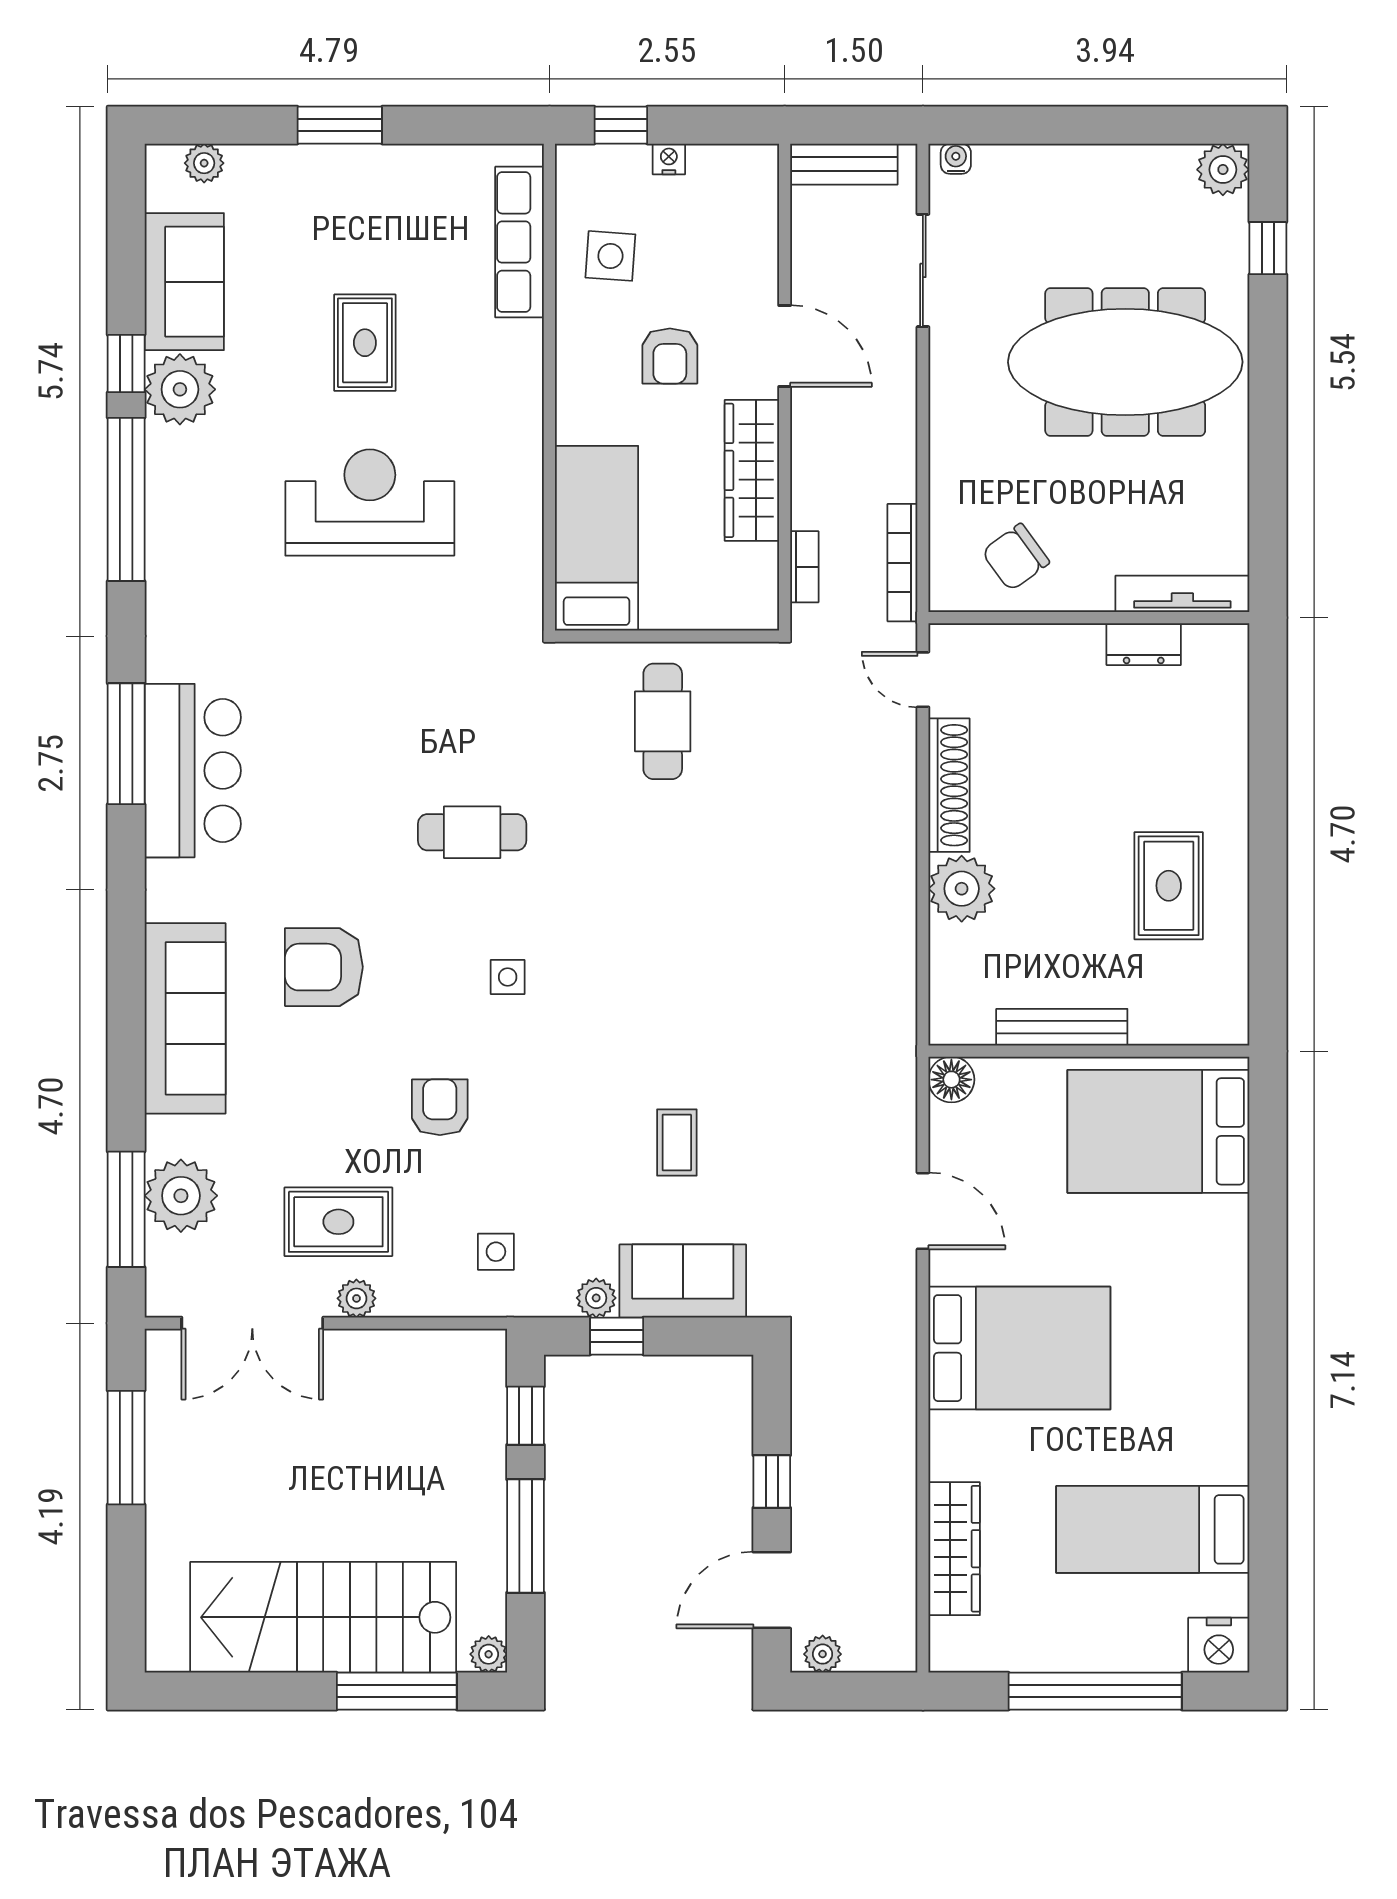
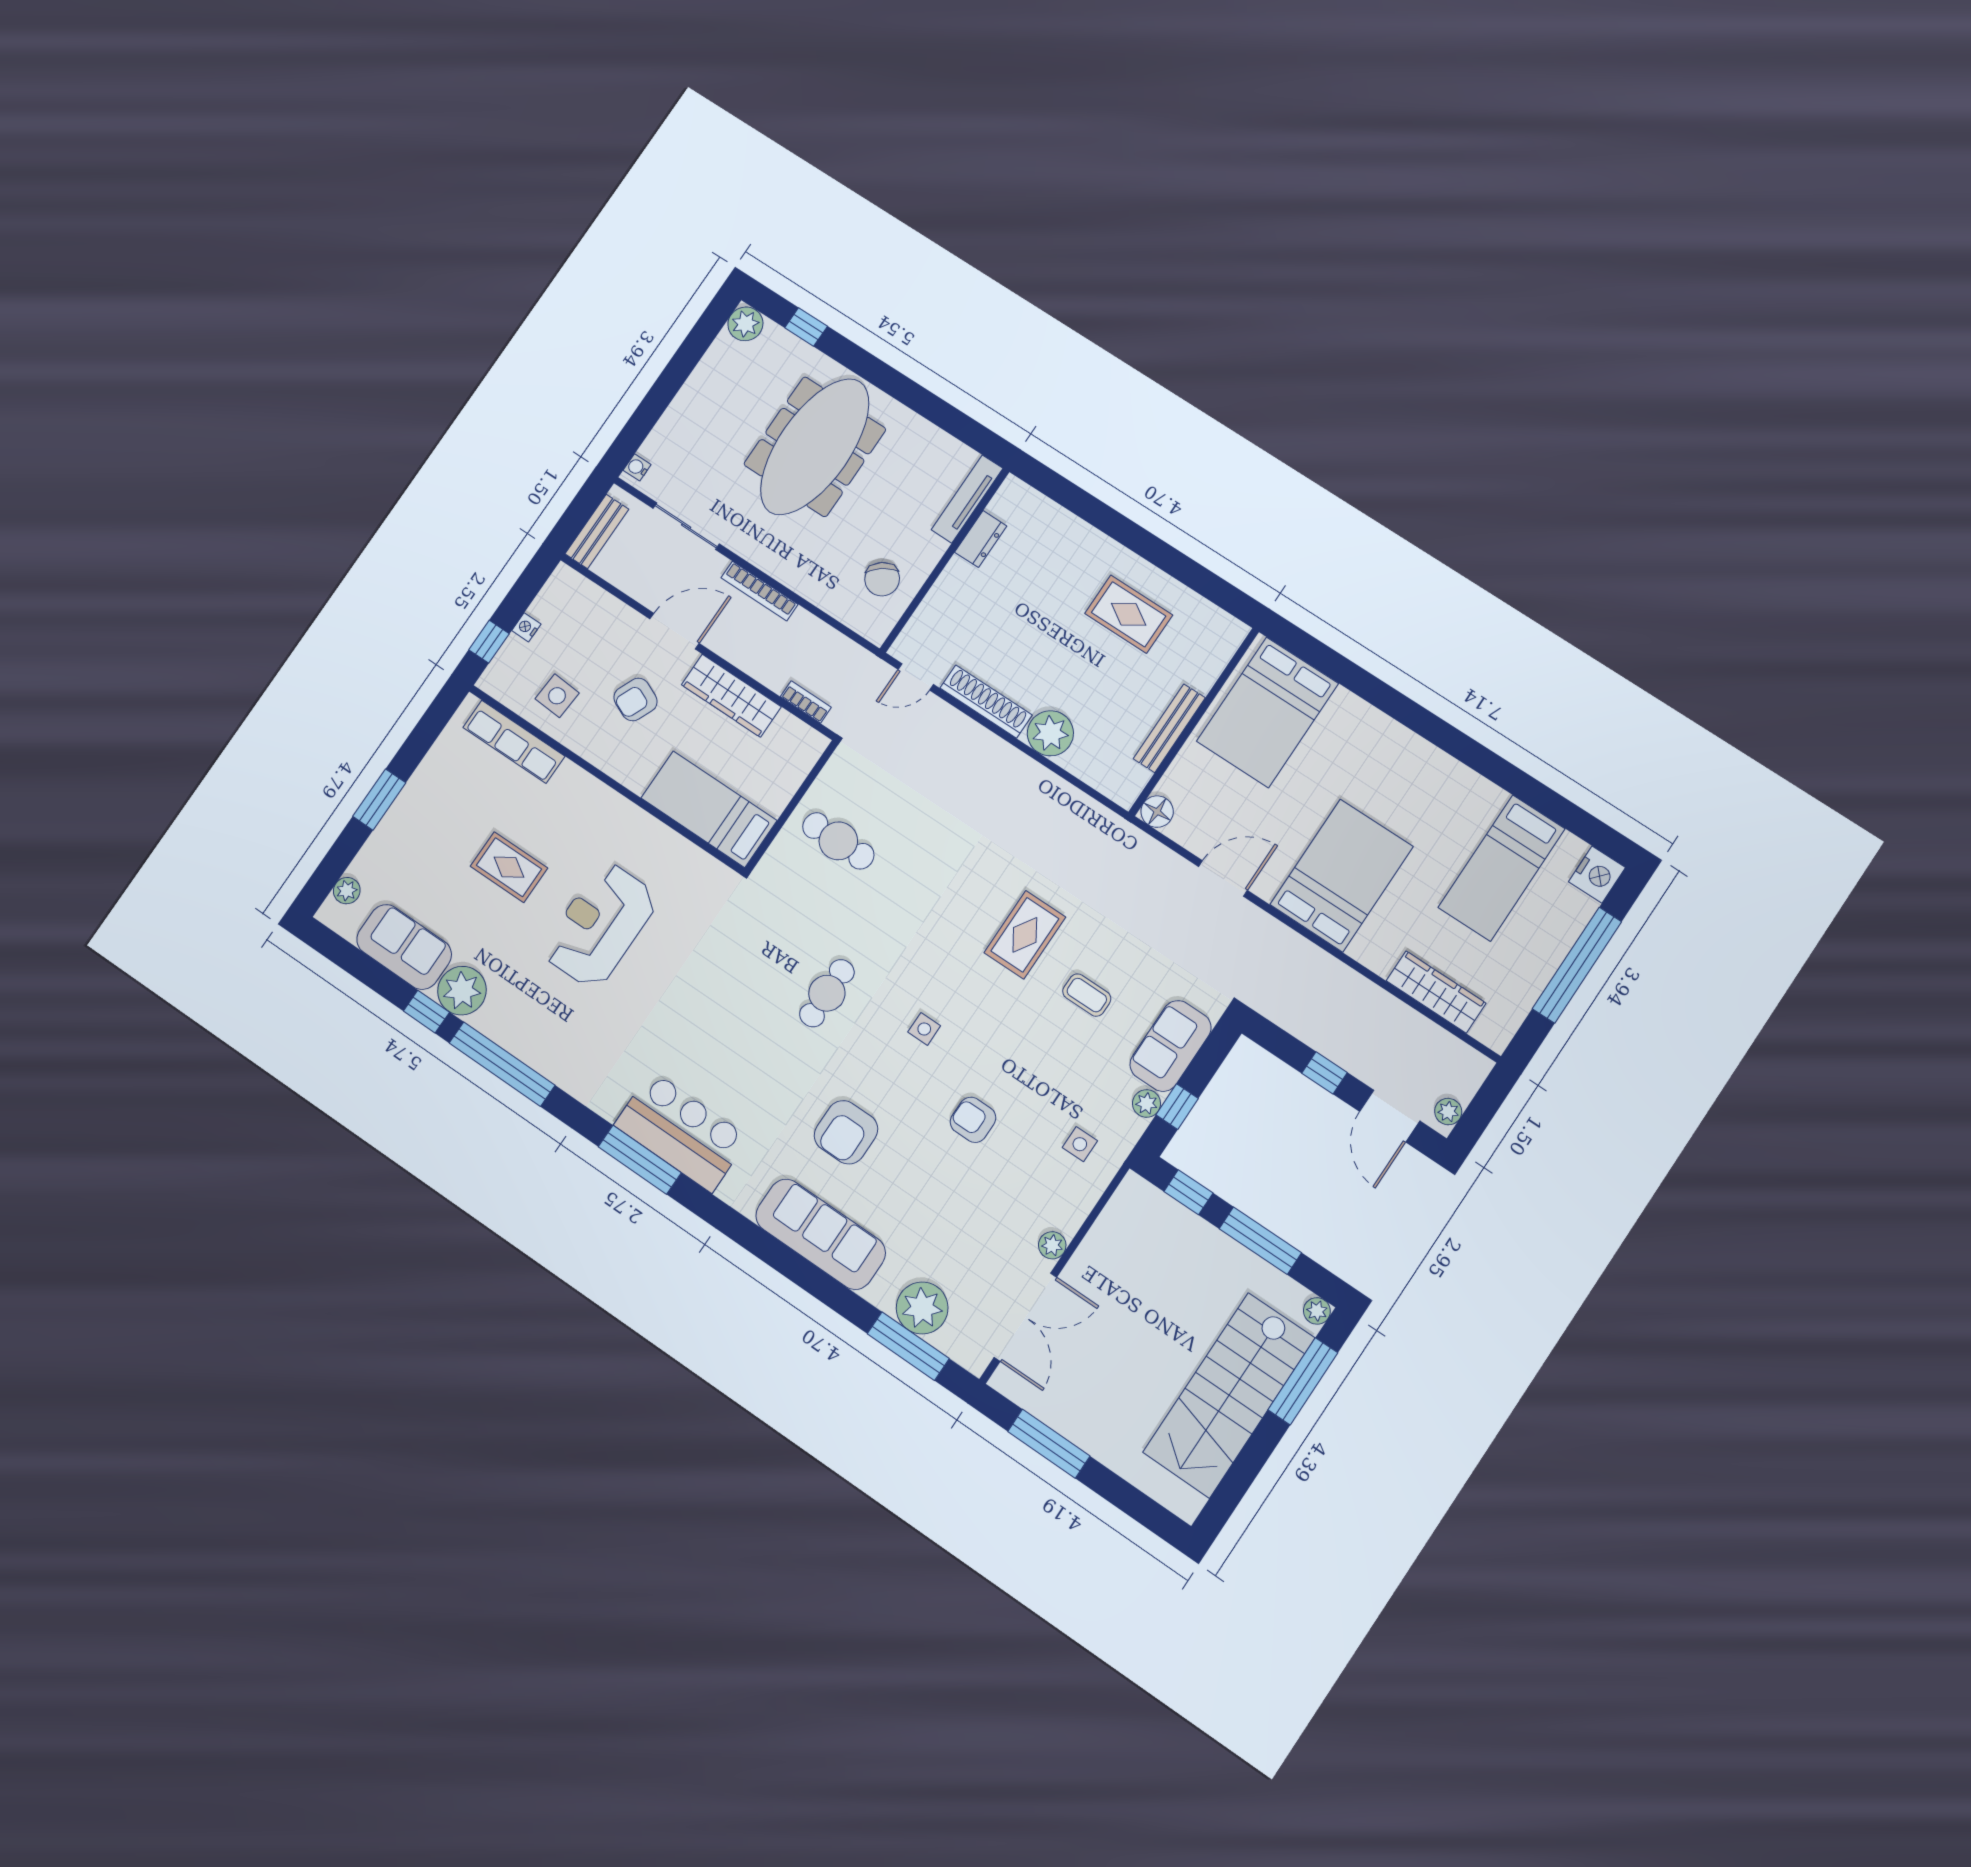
armchair: (670, 356) -> (636, 700), turned 114
bookcase: (902, 563) -> (759, 591), moved
rug: (338, 1222) -> (1025, 935), moved

